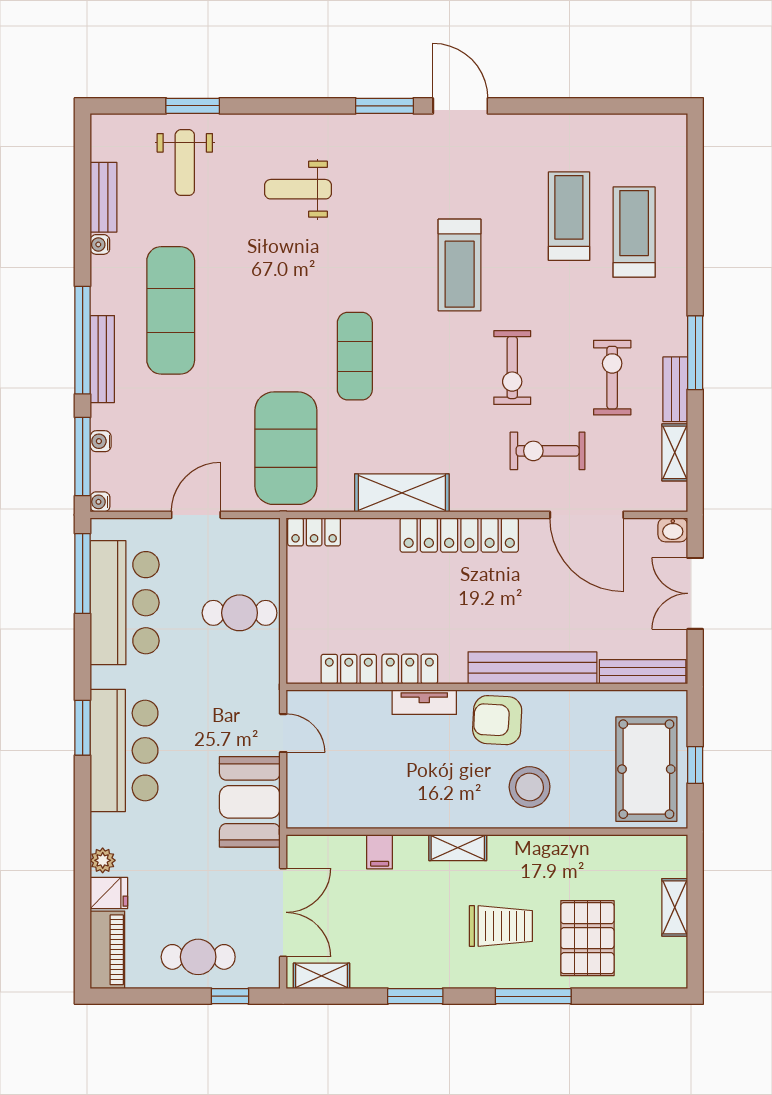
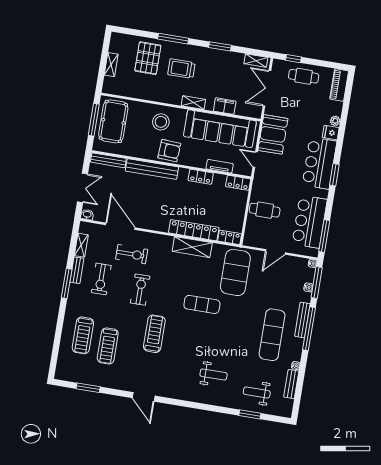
window: (384, 106) -> (88, 388), moved
weight bench: (185, 163) -> (257, 392), turned -90
exercise mat: (355, 356) -> (202, 304), turned 90
locker: (459, 535) -> (194, 230), moved
locker: (349, 669) -> (238, 183), moved
tv unit: (424, 702) -> (220, 166), moved
window: (695, 765) -> (94, 120), width x2.17
sofa: (382, 794) -> (220, 129), added
filing cabinet: (380, 852) -> (225, 106), width x2.00
fridge: (109, 893) -> (331, 133), moved

